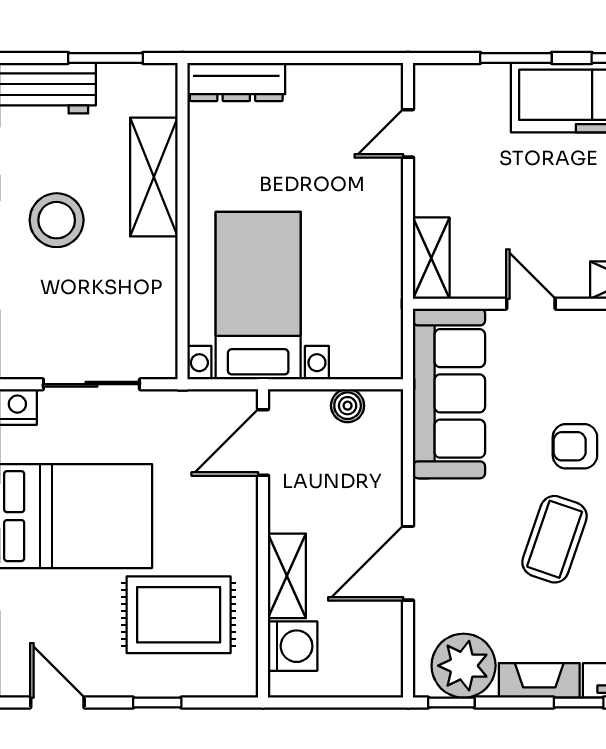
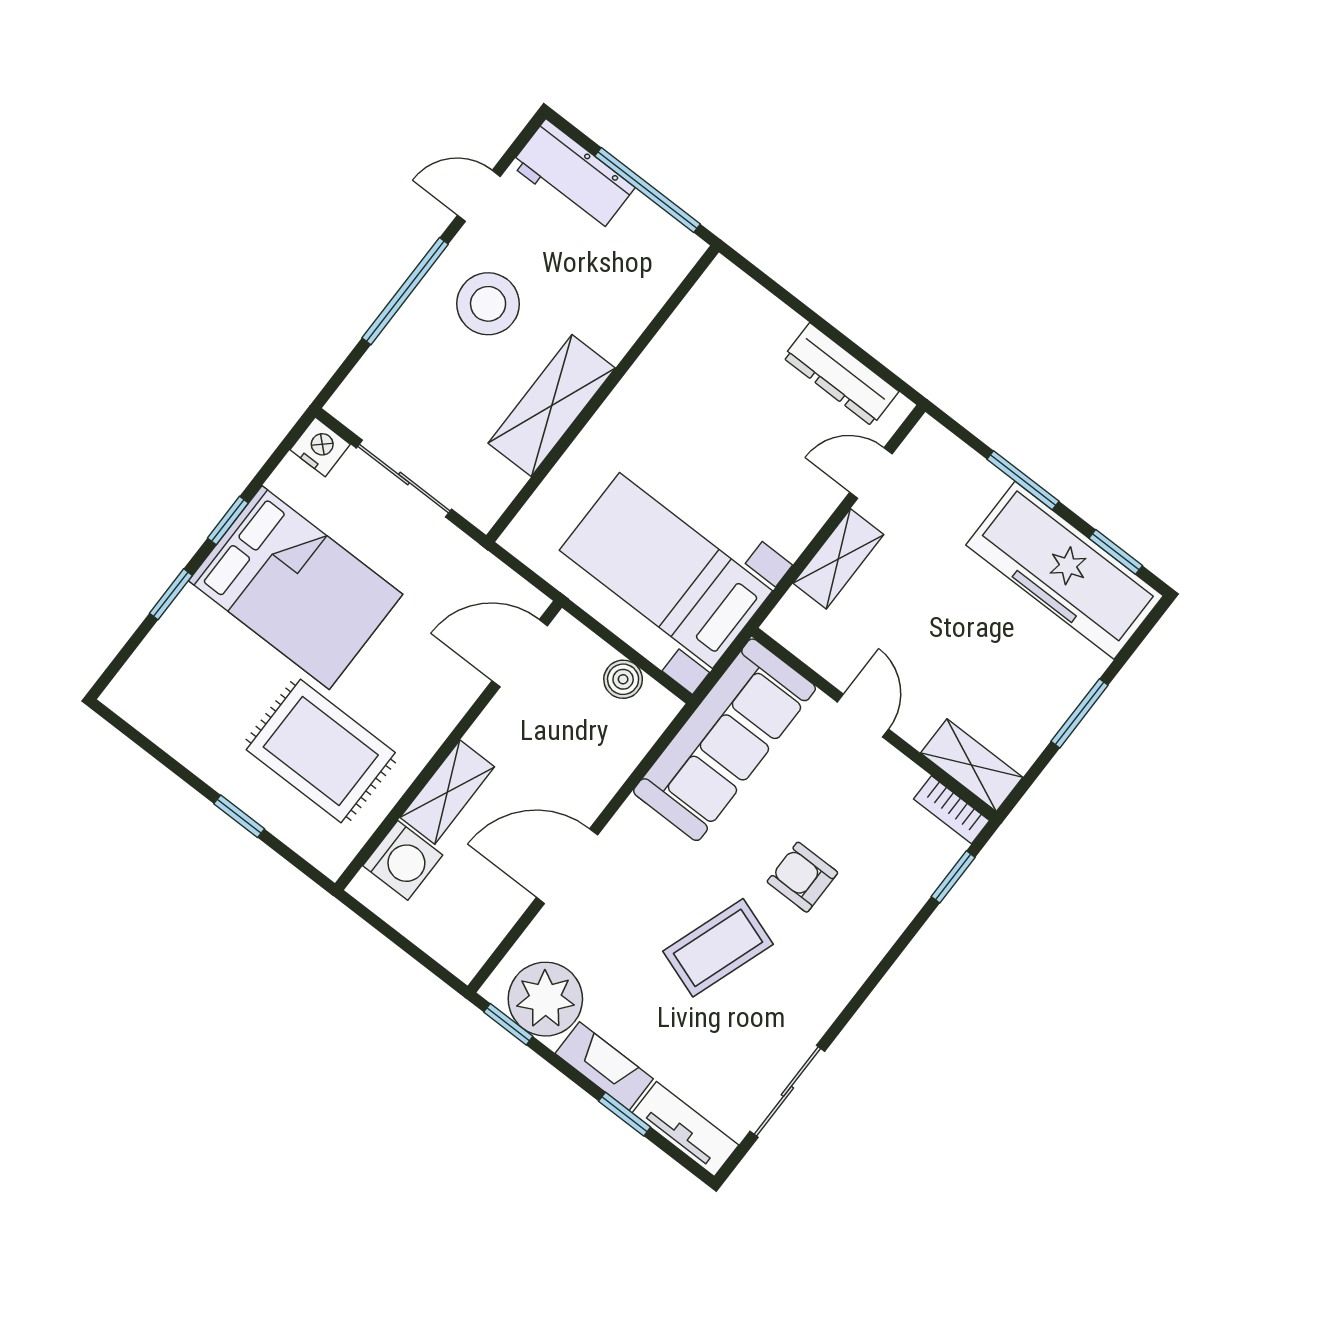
window: (106, 58) -> (647, 190), width x1.44
dresser: (236, 82) -> (841, 375), moved
shelving: (154, 177) -> (552, 406), moved
shelving: (431, 258) -> (838, 559), moved
bed with nightstands: (258, 296) -> (666, 571), moved, turned -90
door: (57, 702) -> (148, 746), removed

